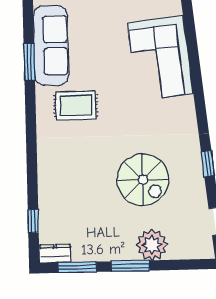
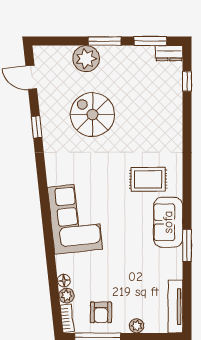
sofa: (51, 45) -> (168, 222), width x0.73
window: (29, 62) -> (187, 246), moved

